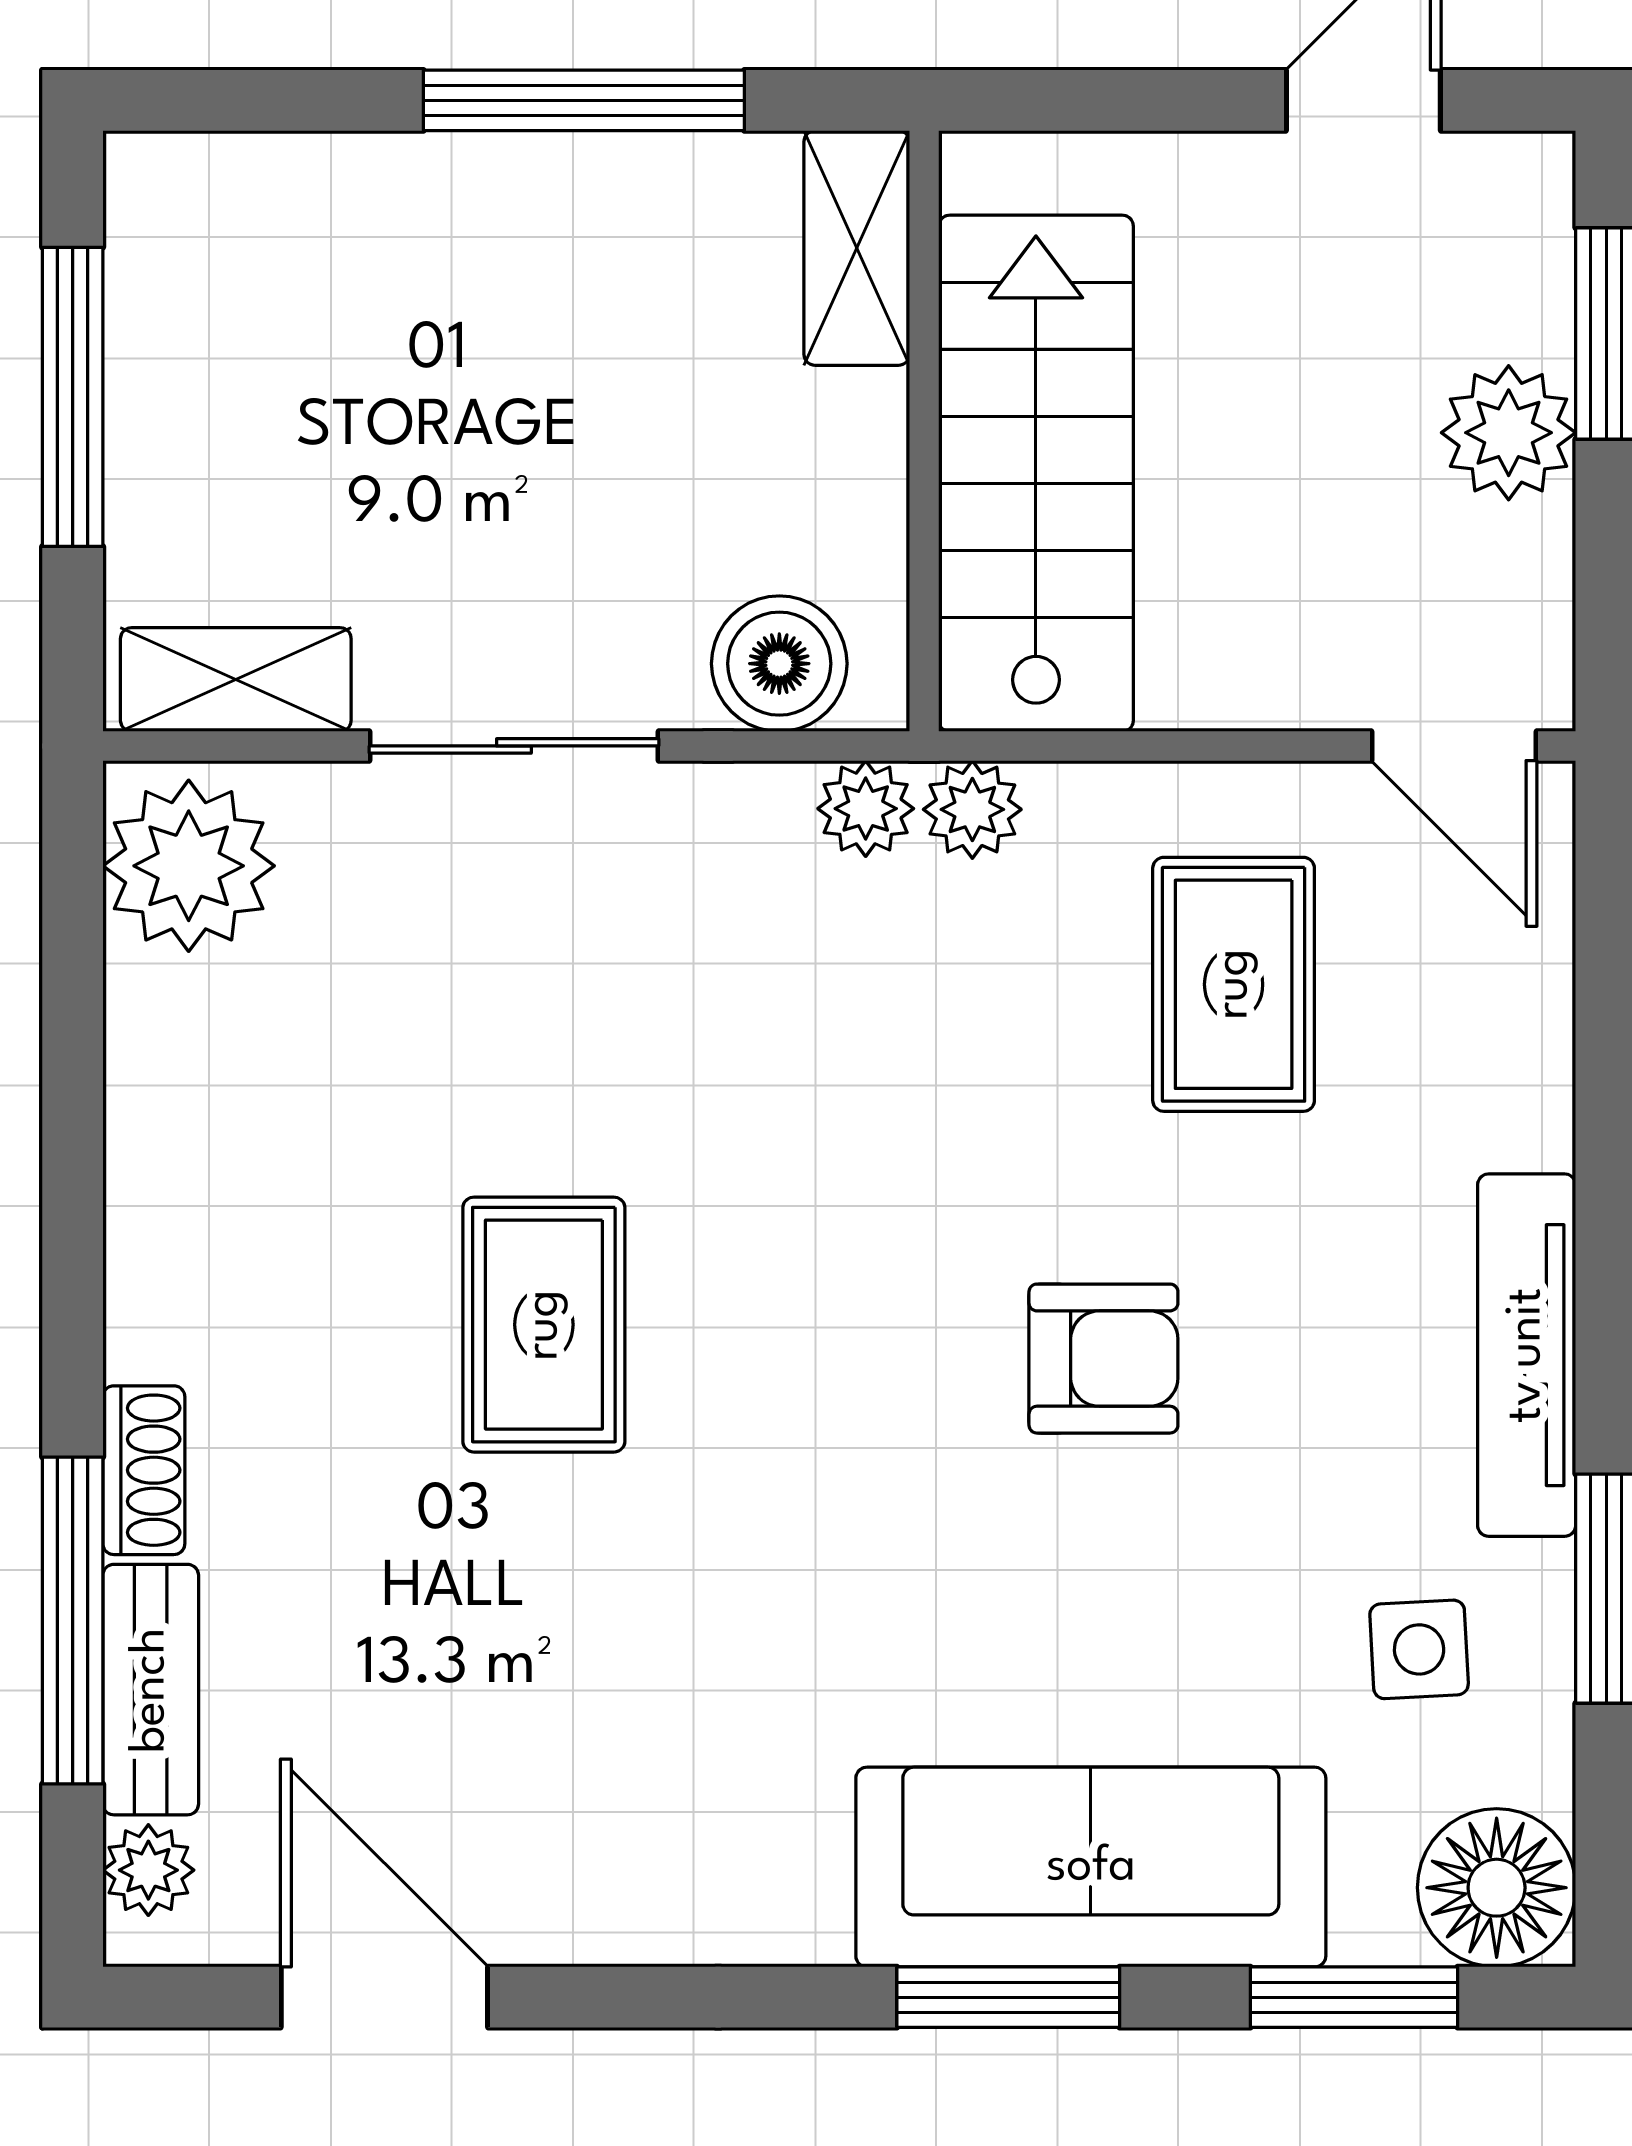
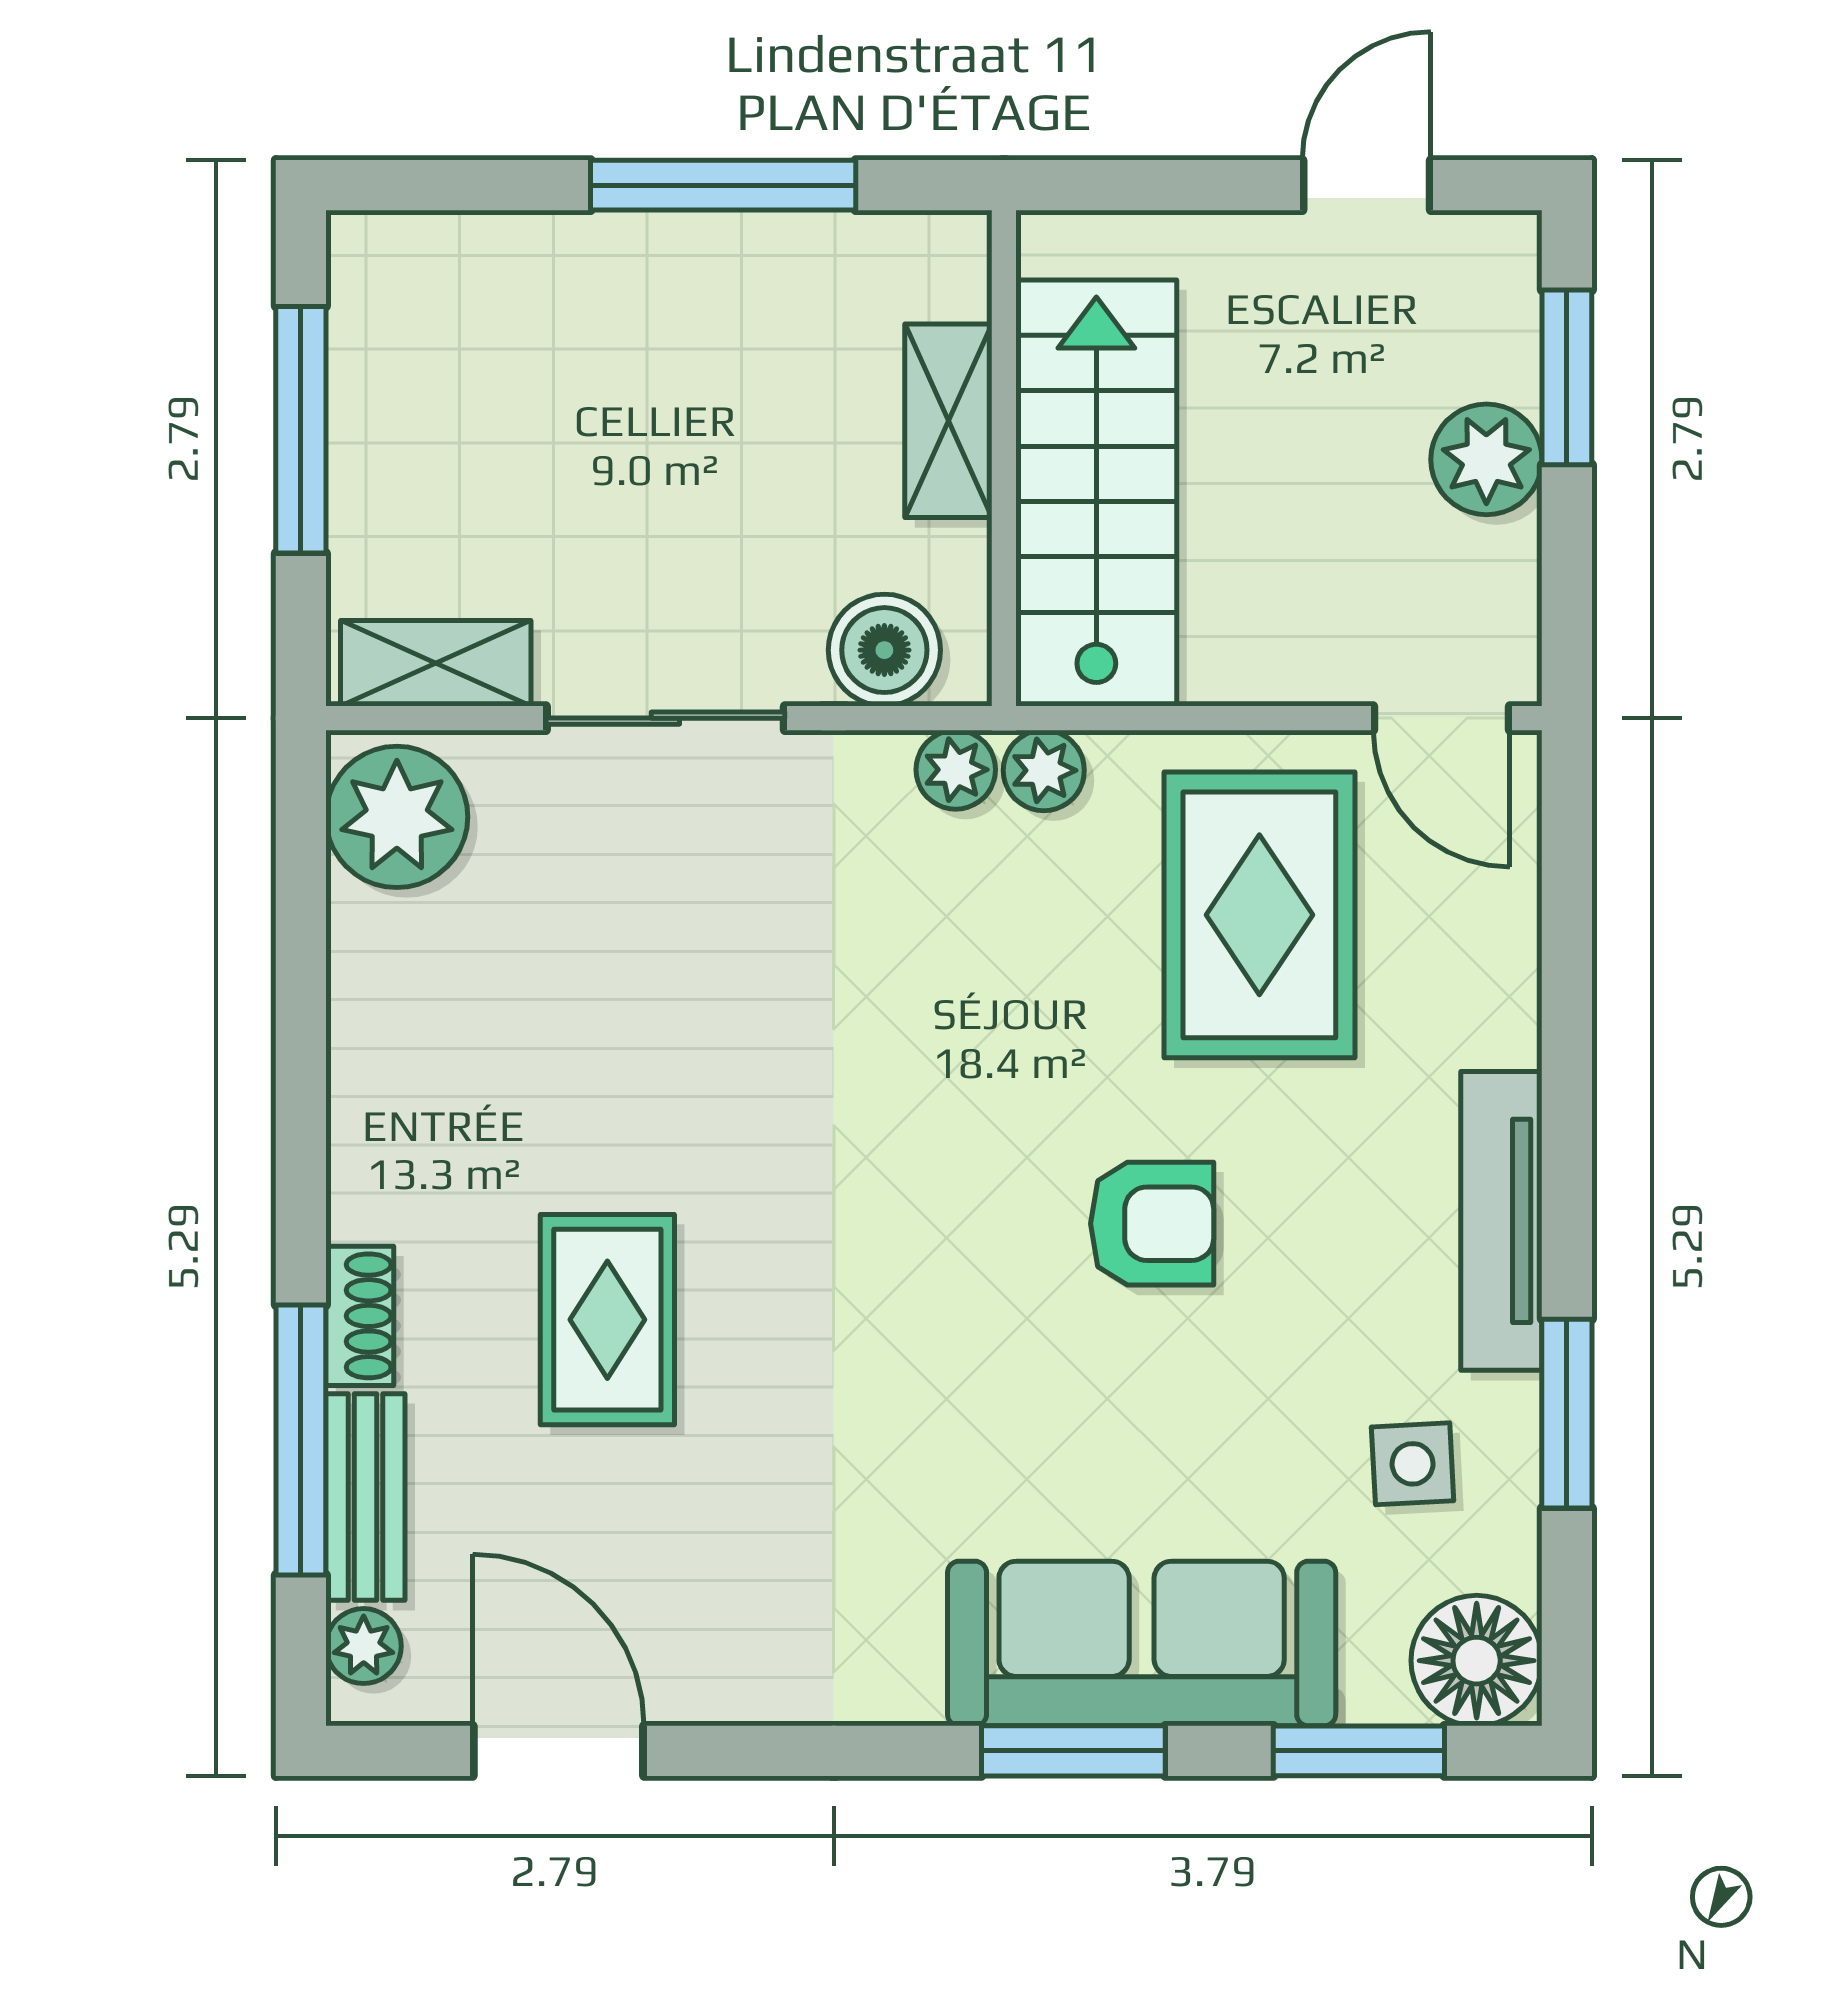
shelving: (857, 248) -> (948, 421), moved
rug: (1234, 984) -> (1259, 915), width x1.36, depth x1.43
rug: (544, 1325) -> (607, 1320), moved

